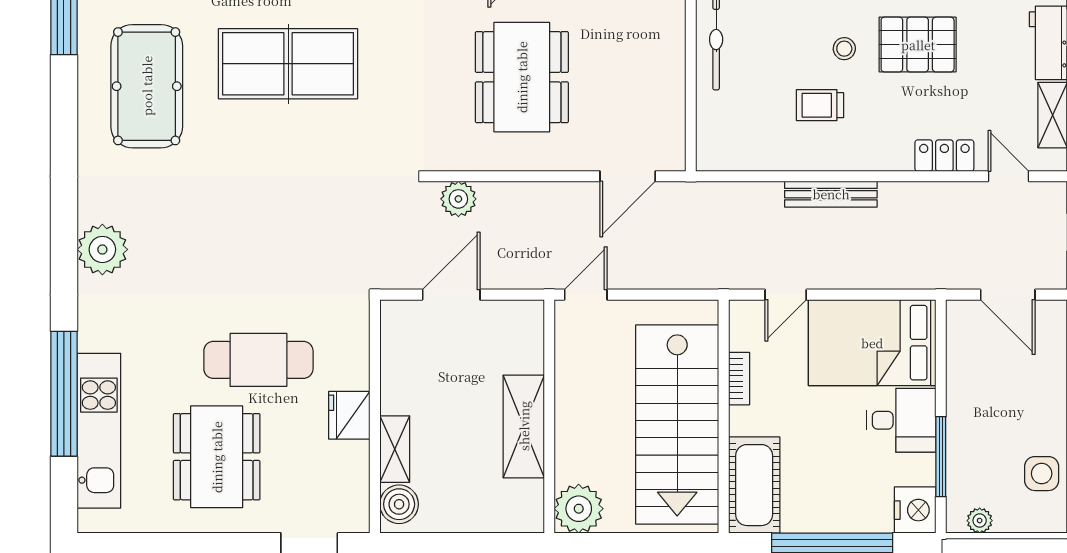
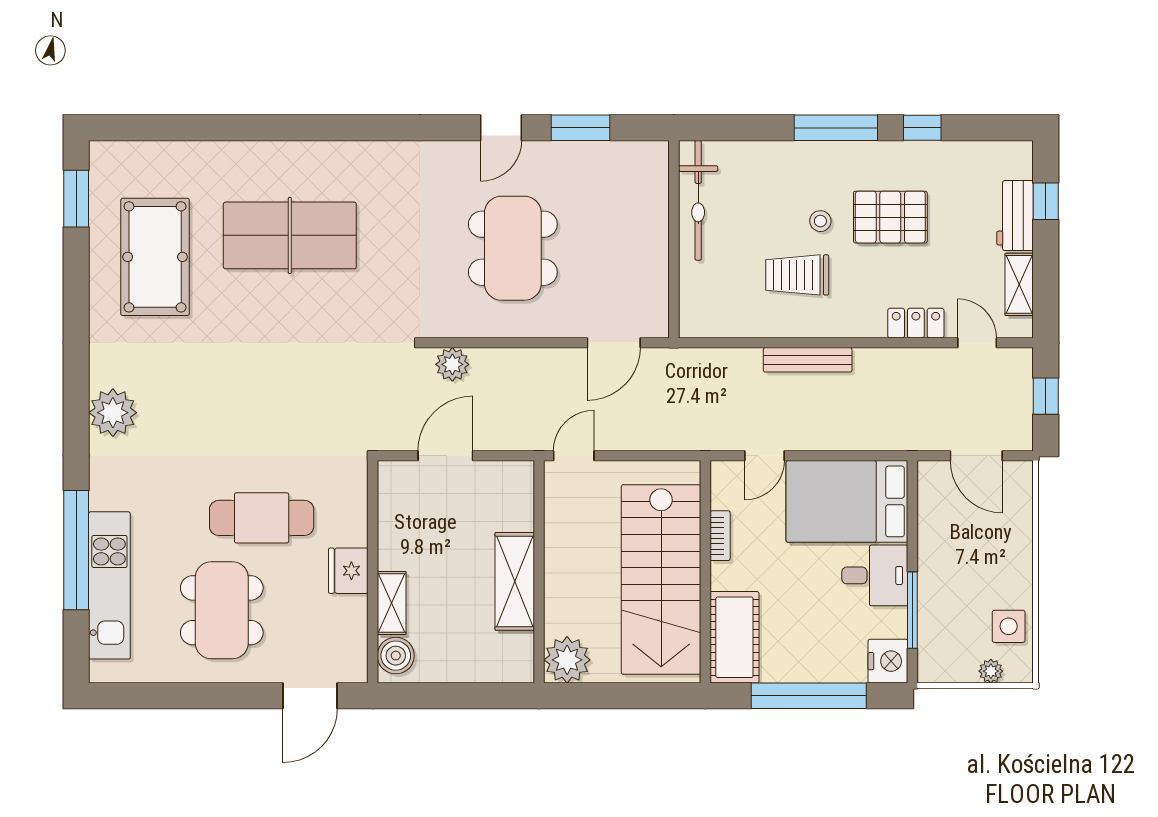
trolley: (820, 105) -> (797, 275), width x1.36, depth x1.39
plant: (980, 521) -> (991, 671), moved

